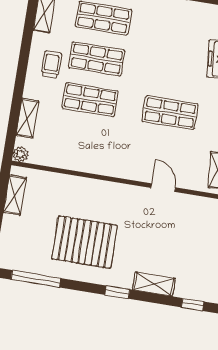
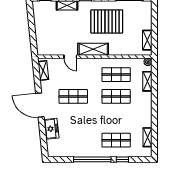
shop shelf: (97, 59) -> (116, 75), moved
trolley: (51, 64) -> (139, 111), removed
shelving: (118, 194) -> (93, 49), added

